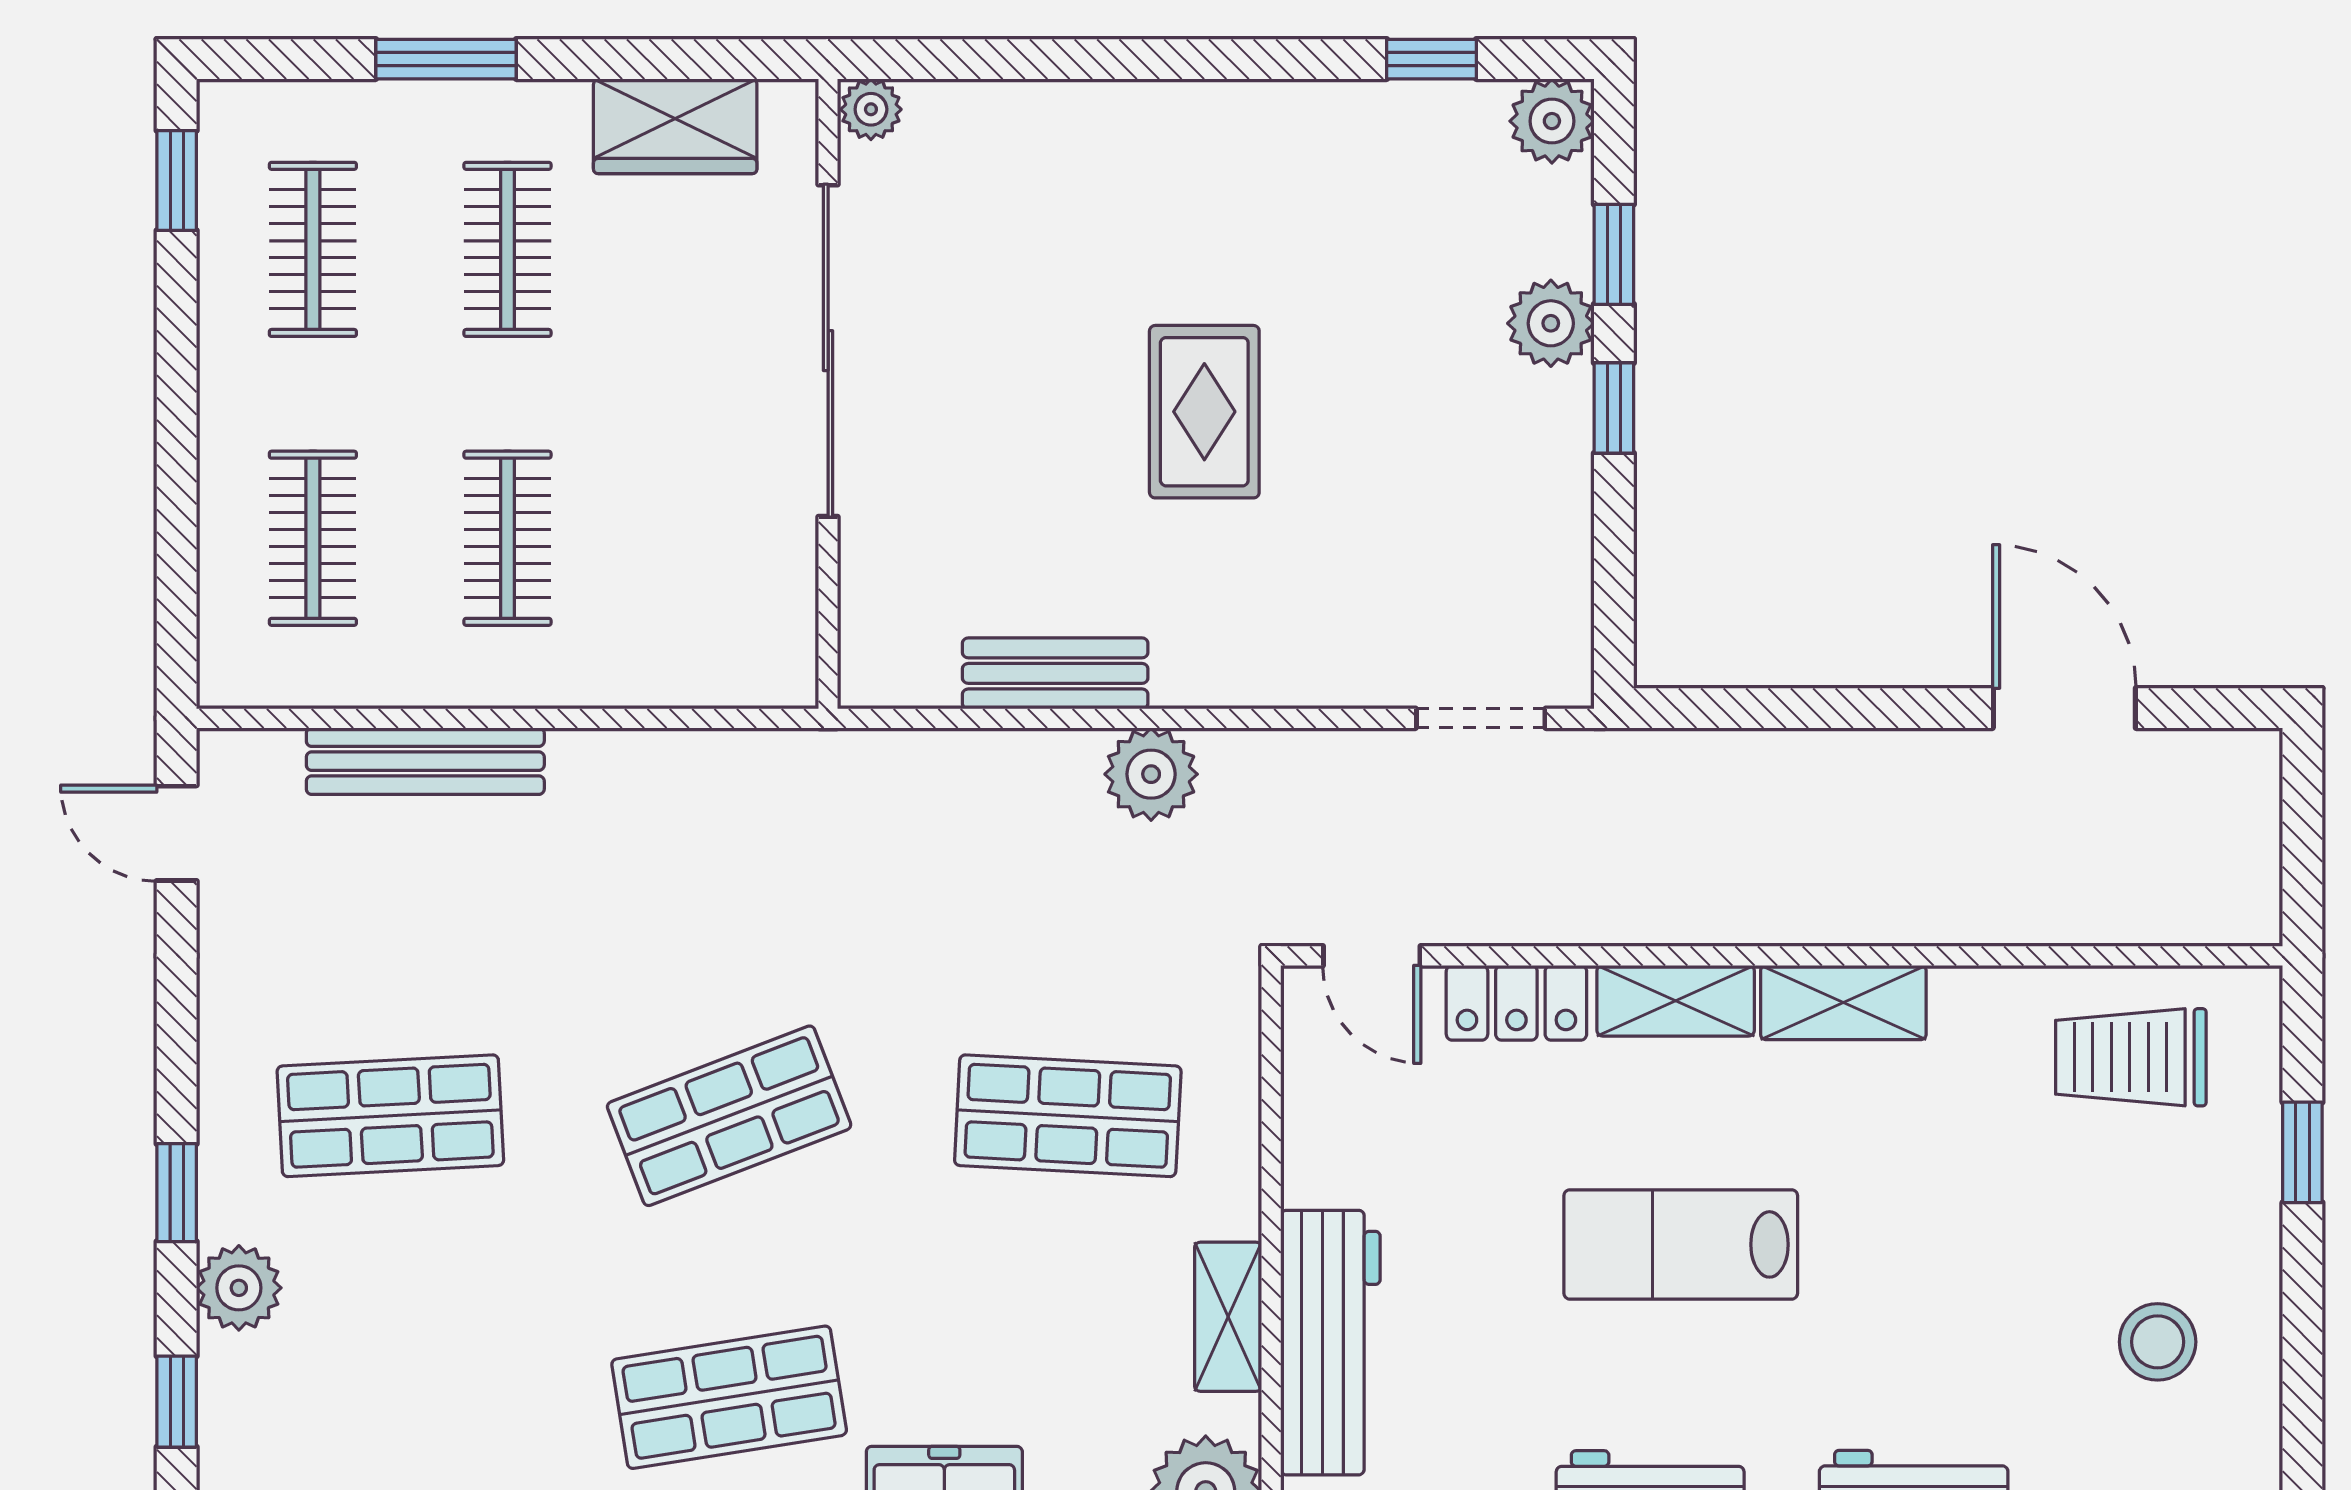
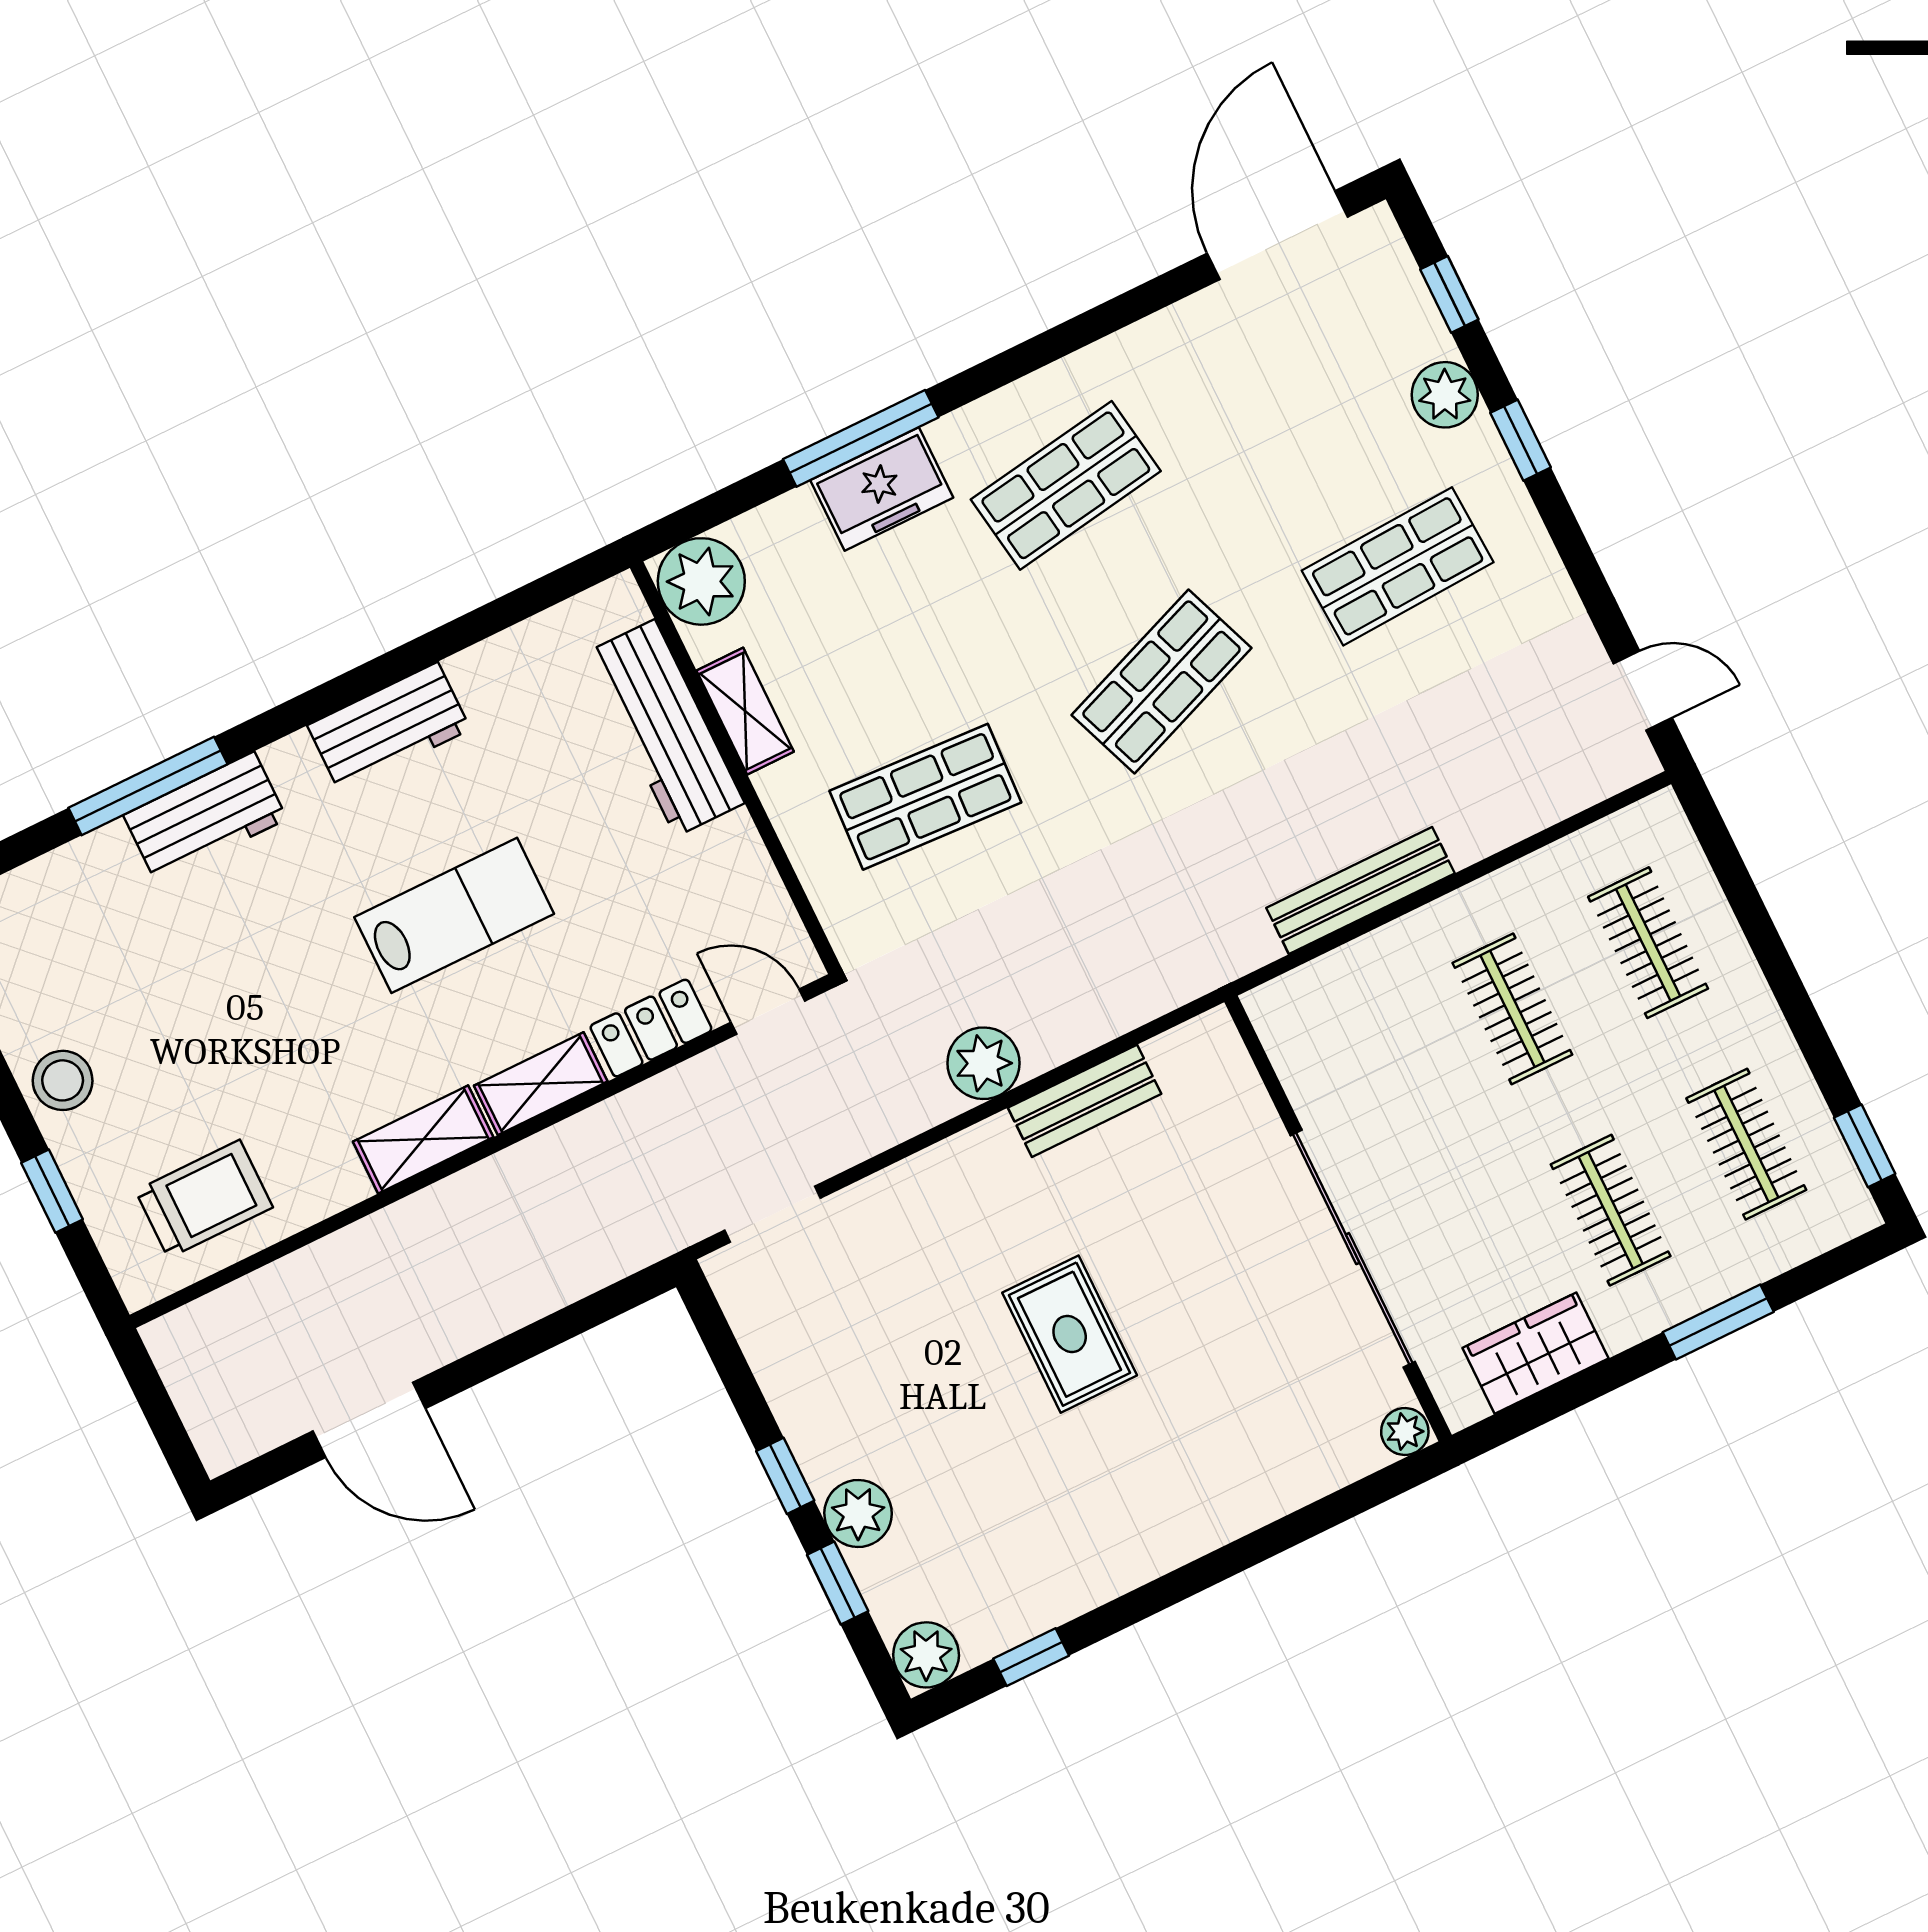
bench: (425, 761) -> (1361, 891), moved
stool: (2158, 1342) -> (63, 1080), moved

